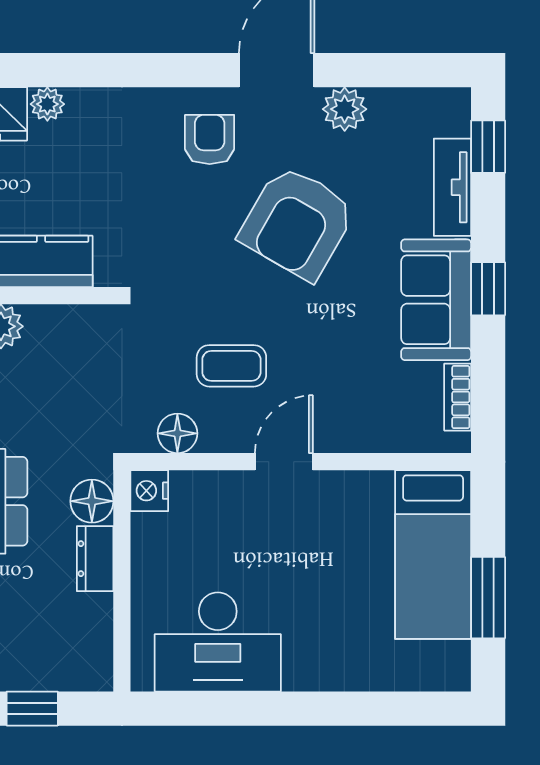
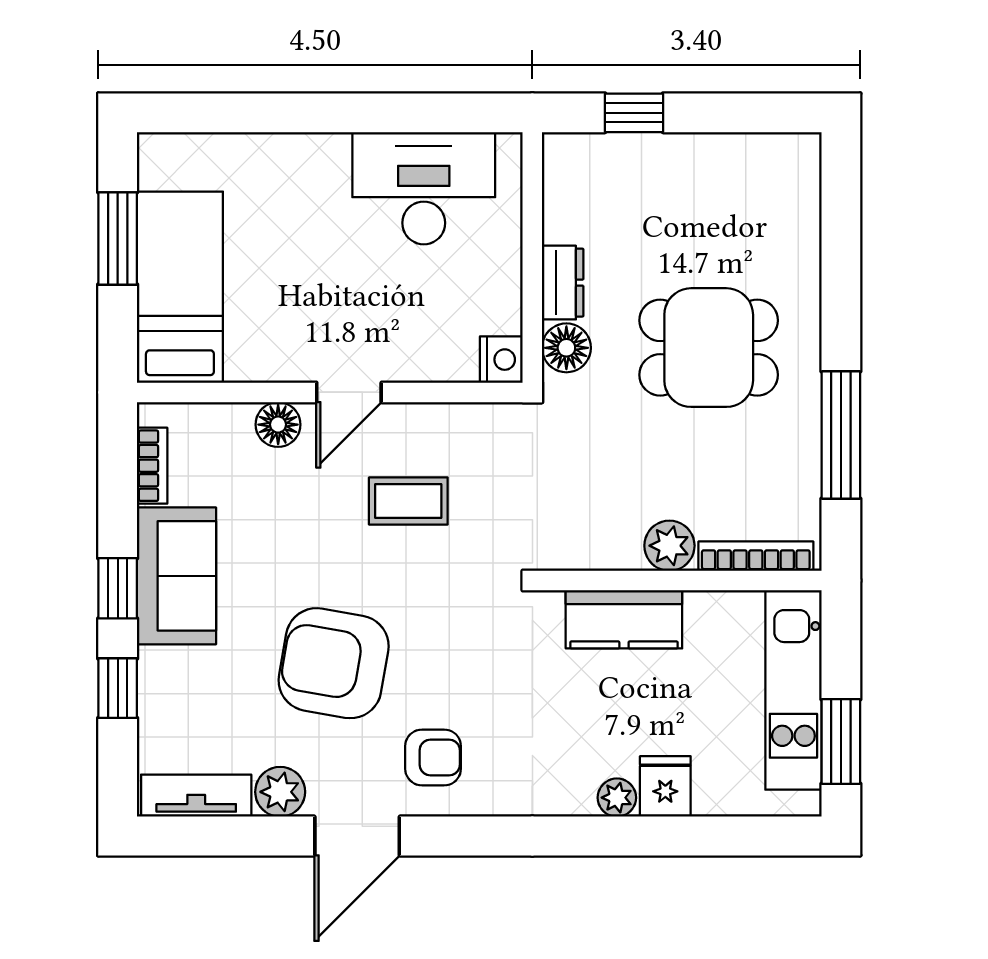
armchair: (210, 139) -> (433, 757), turned -90
window: (488, 147) -> (118, 688), moved
tv unit: (452, 187) -> (196, 796), moved, turned -90
armchair: (297, 223) -> (334, 663), turned -110
floor lamp: (177, 433) -> (278, 425), moved

